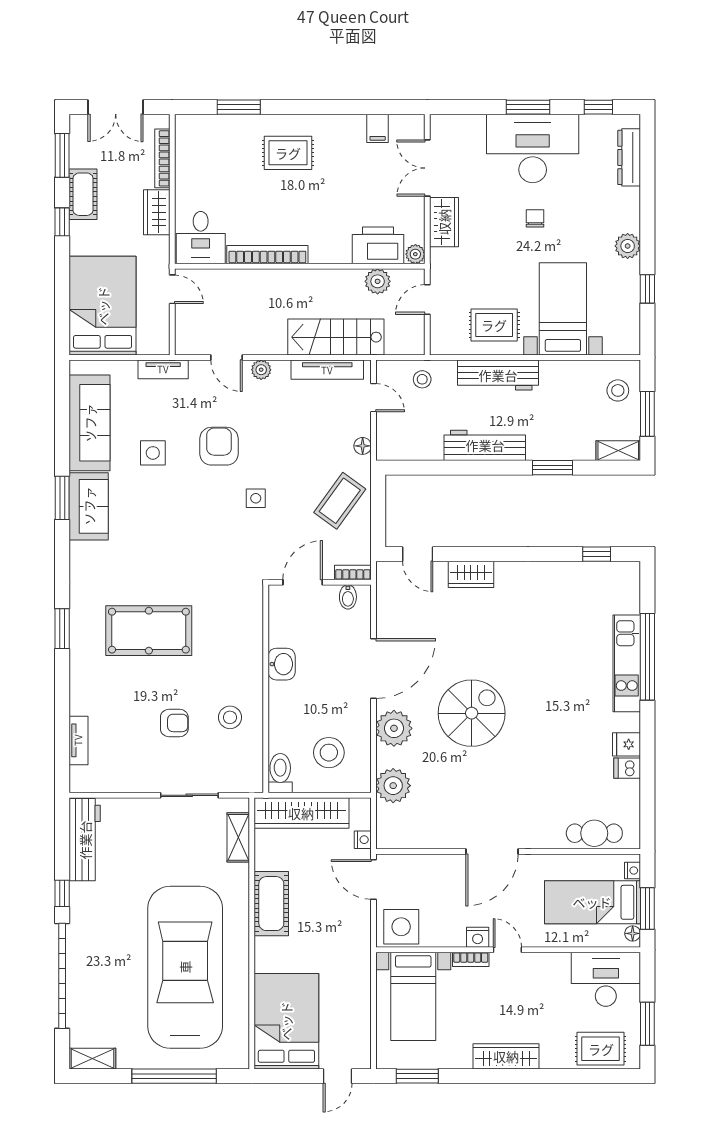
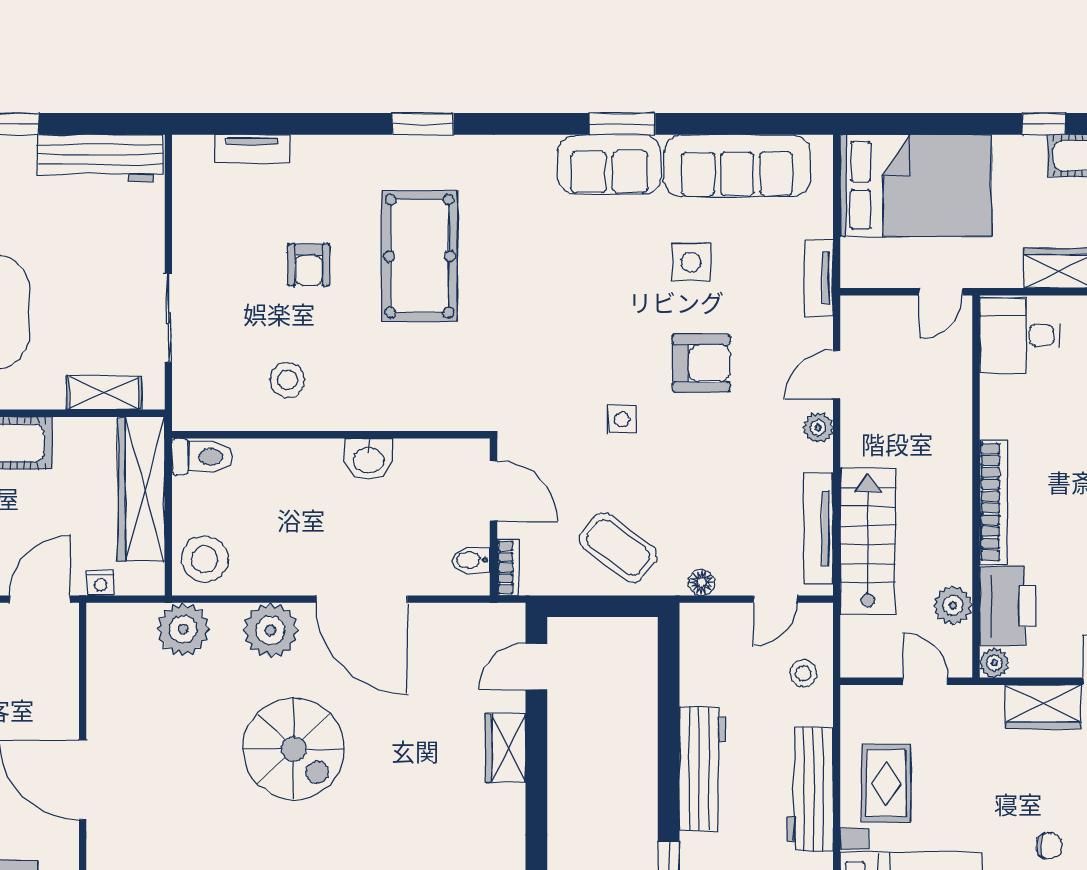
bookcase: (267, 255) -> (994, 502), moved
armchair: (174, 723) -> (309, 265), moved
stool: (329, 753) -> (205, 559), moved

